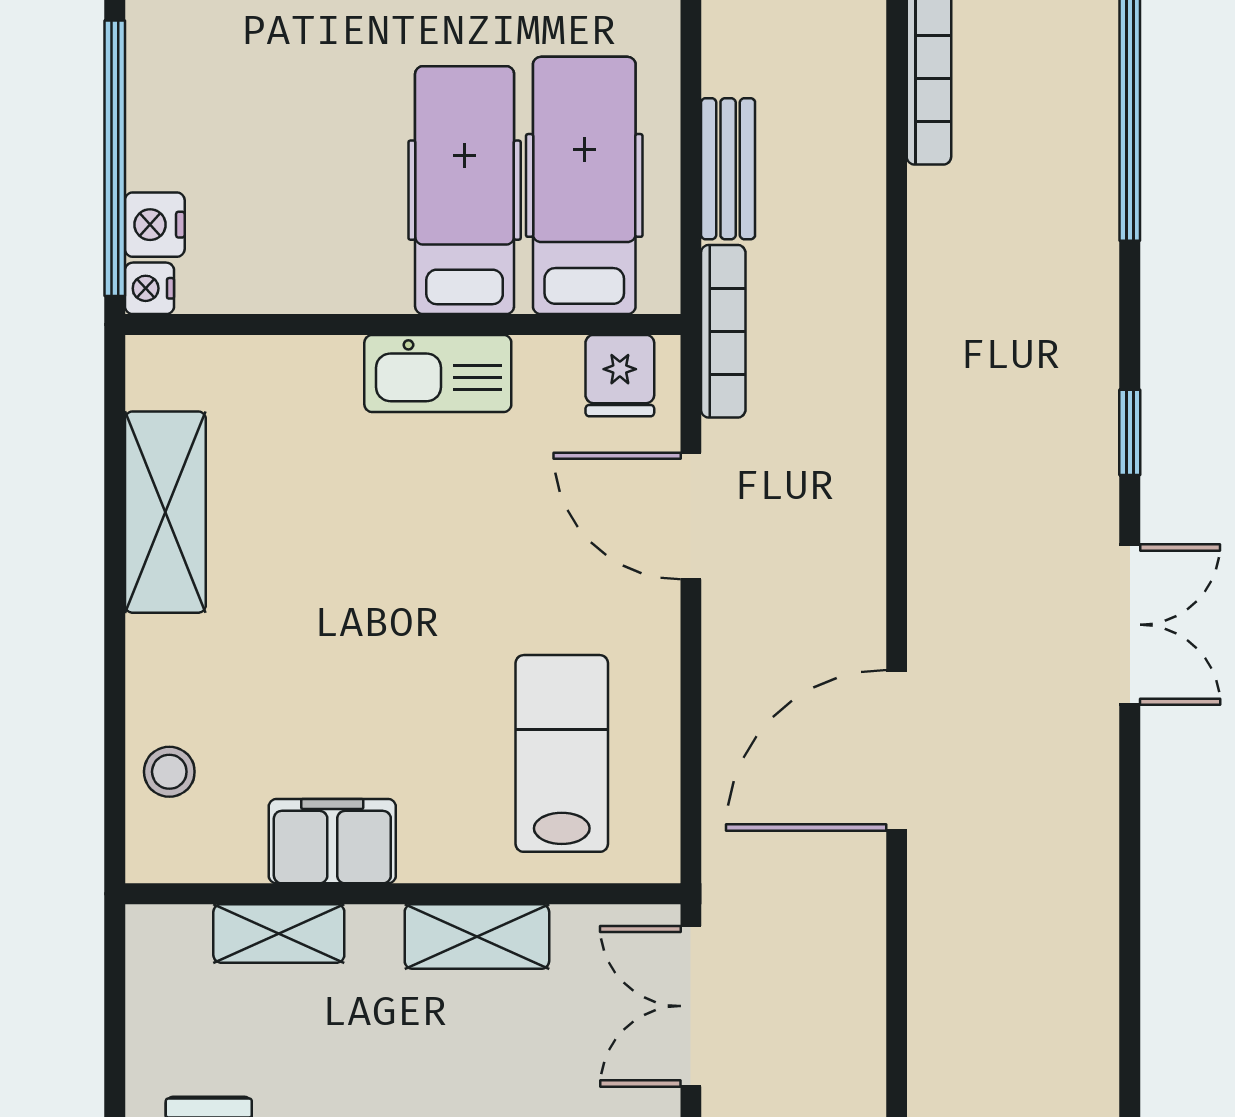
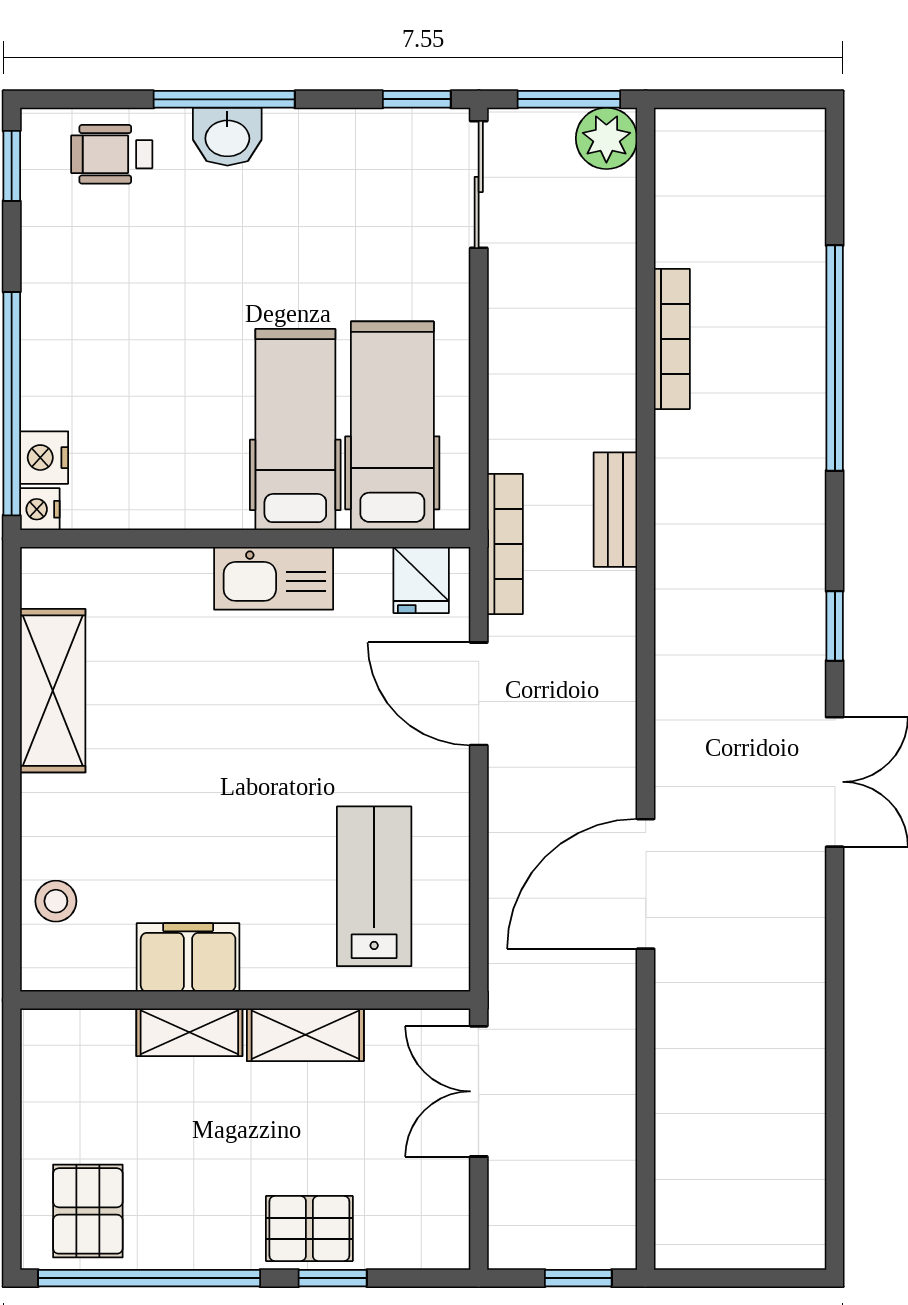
bench: (728, 169) -> (615, 510), moved
shelving: (279, 933) -> (189, 1032), moved

